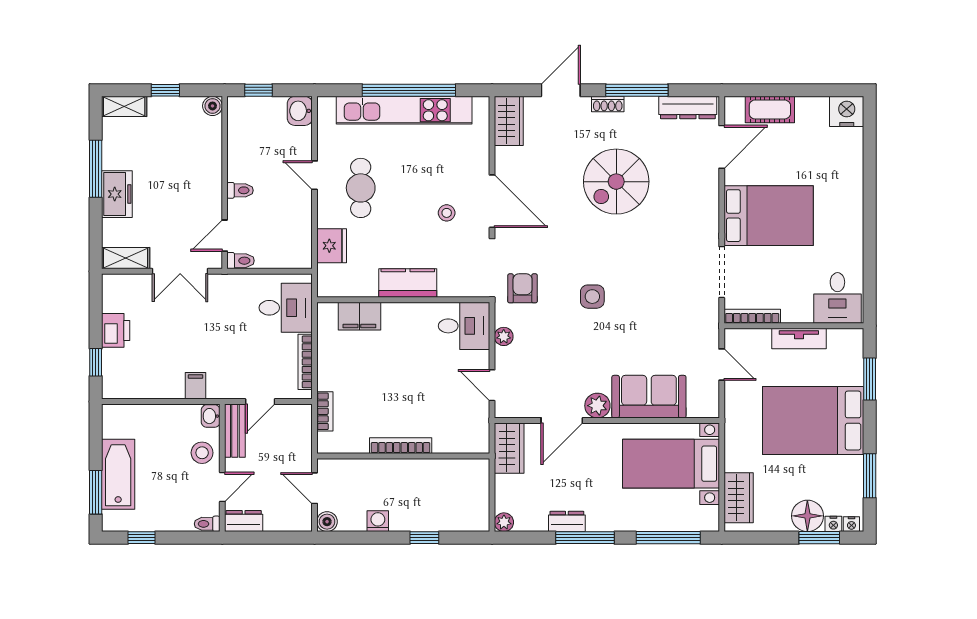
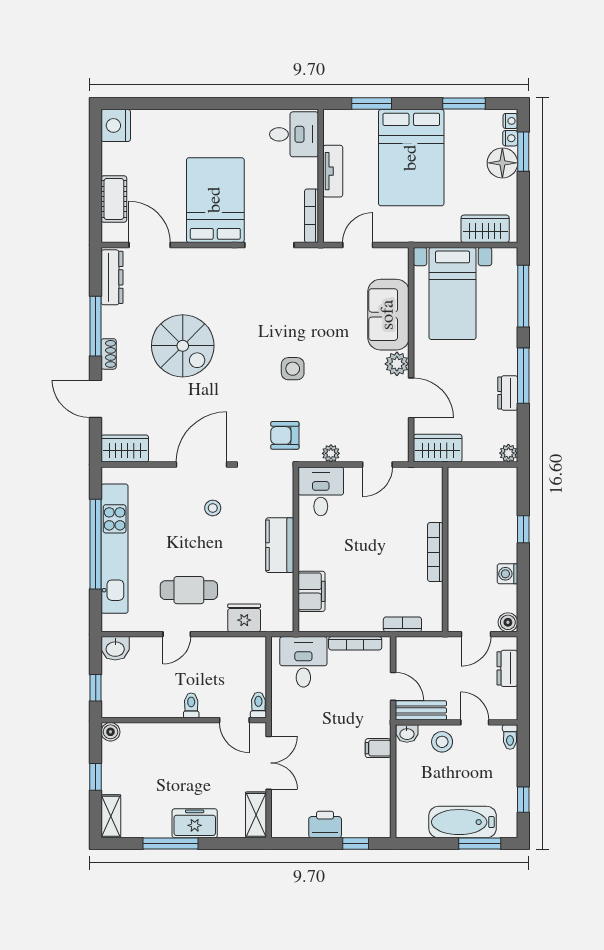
dresser: (244, 521) -> (507, 668), moved

